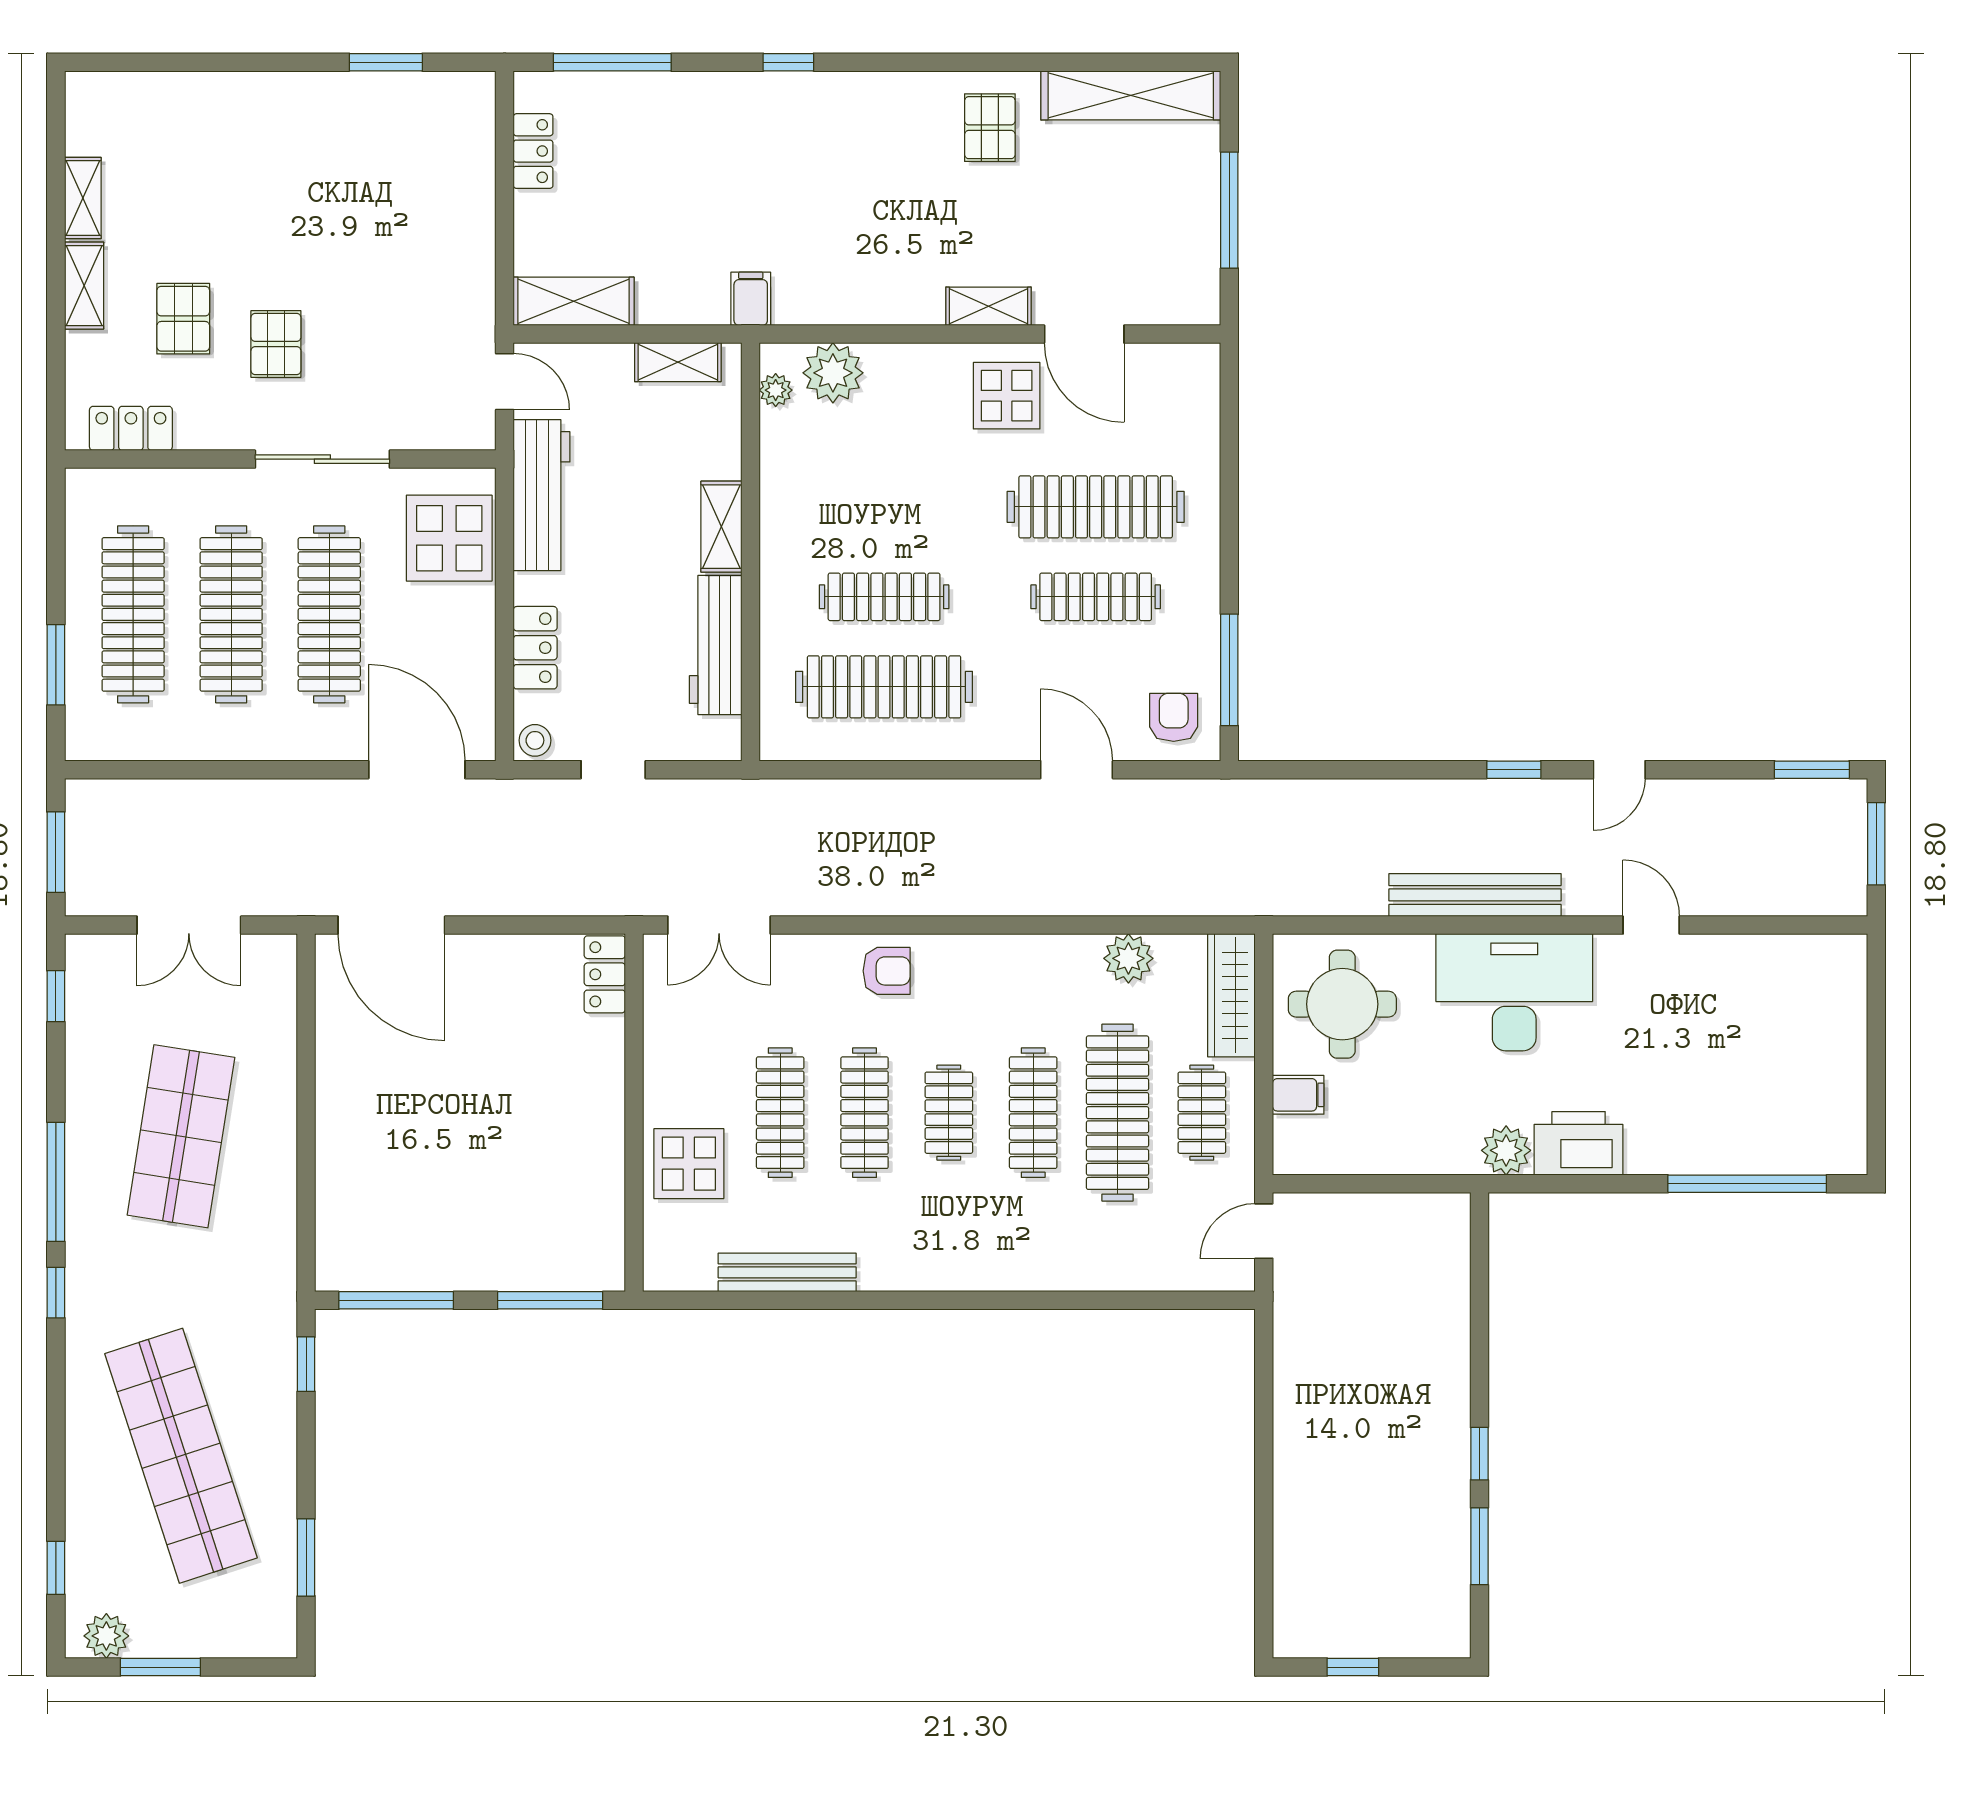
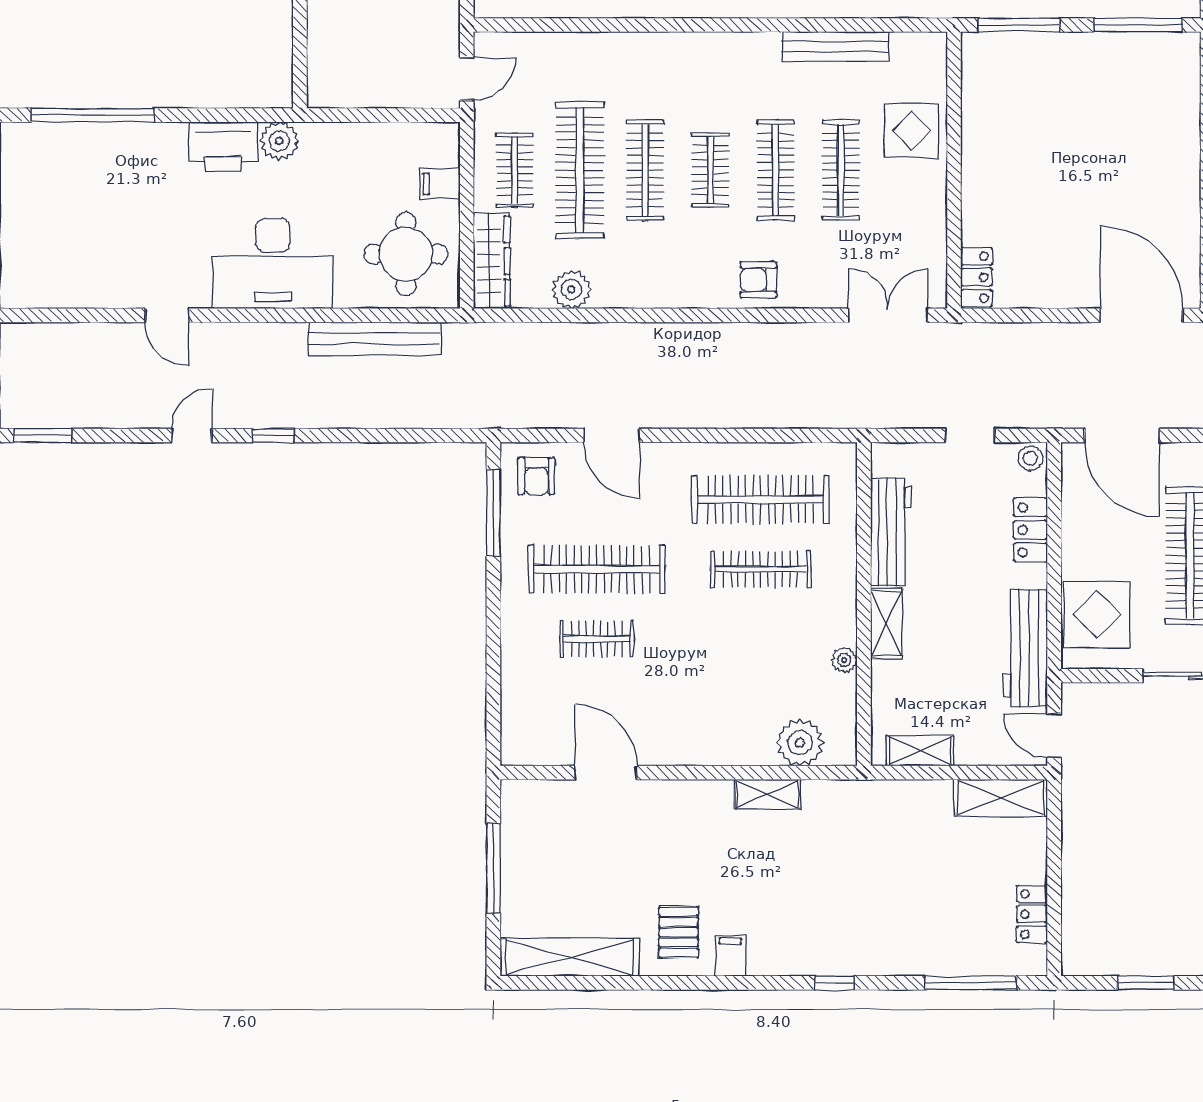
filing cabinet: (751, 299) -> (730, 956), moved, turned 180
shelving: (989, 306) -> (768, 794), moved
plant: (776, 390) -> (844, 660), moved
display table: (1007, 396) -> (666, 725), removed
clothes rail: (1096, 507) -> (597, 639), width x0.54, depth x0.76
clothes rail: (1096, 597) -> (597, 569), width x1.37, depth x1.31
bench: (1475, 895) -> (375, 339), moved

